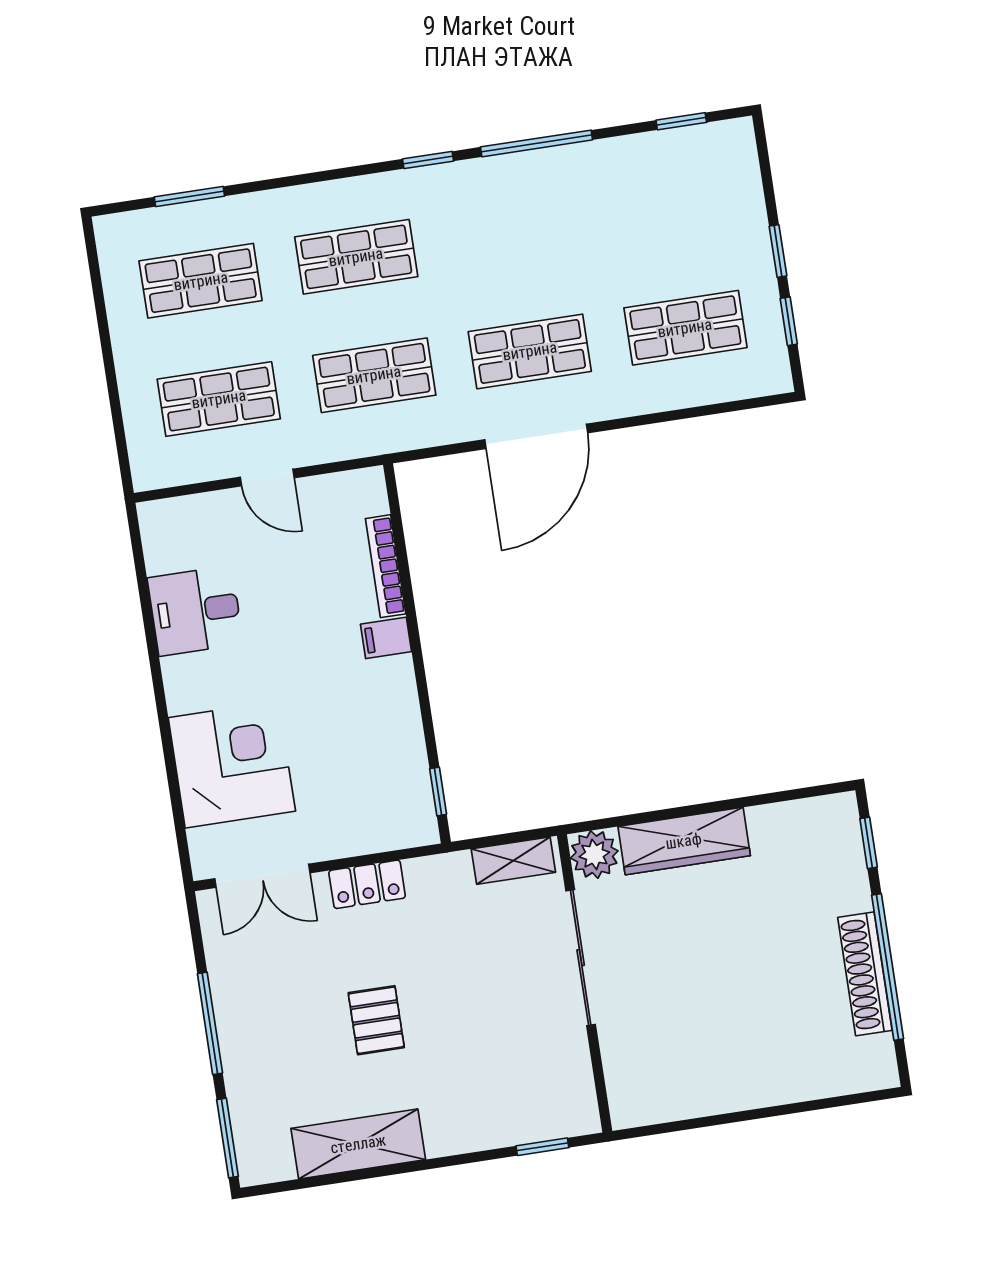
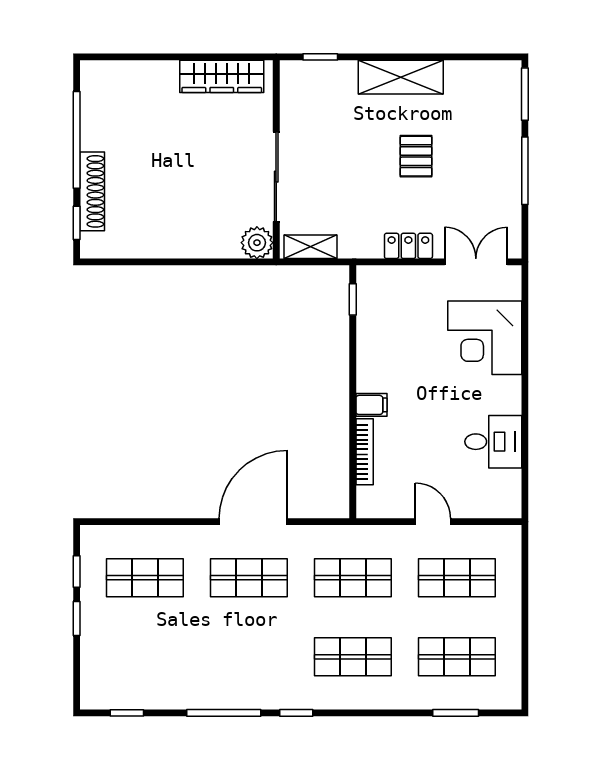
wardrobe: (684, 841) -> (222, 76), moved, turned 180
shoe rack: (865, 974) -> (92, 191), moved
shelving: (358, 1144) -> (401, 77), moved

